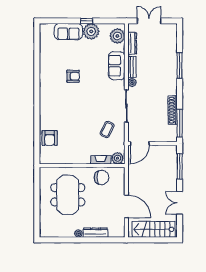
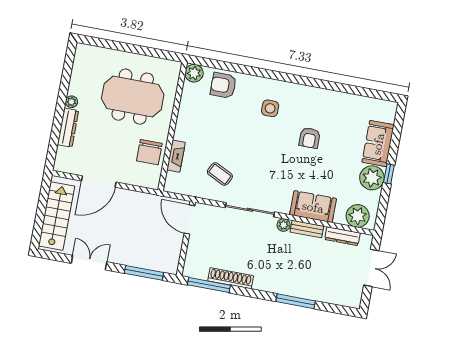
side table: (59, 105) -> (270, 108), added
plant: (117, 158) -> (194, 73), moved

